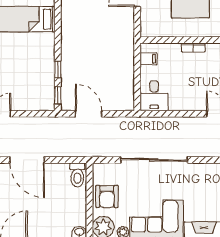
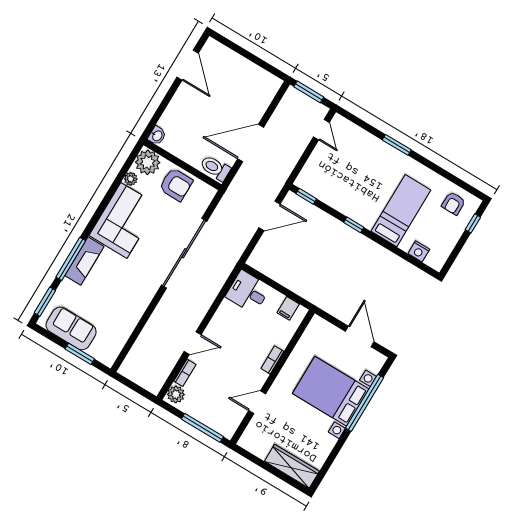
window: (58, 70) -> (354, 225), moved
door: (27, 160) -> (251, 143), moved
armchair: (107, 196) -> (176, 184), turned 180

